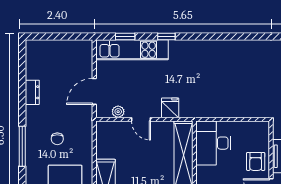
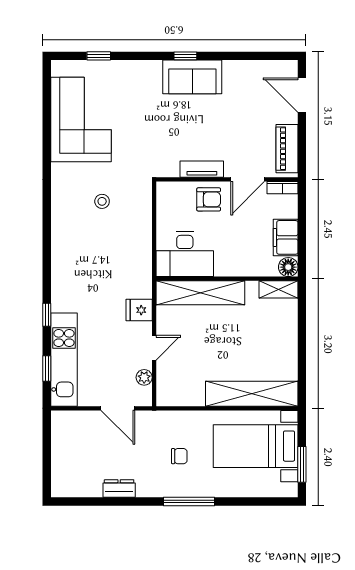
stool: (254, 79) -> (102, 201), added

